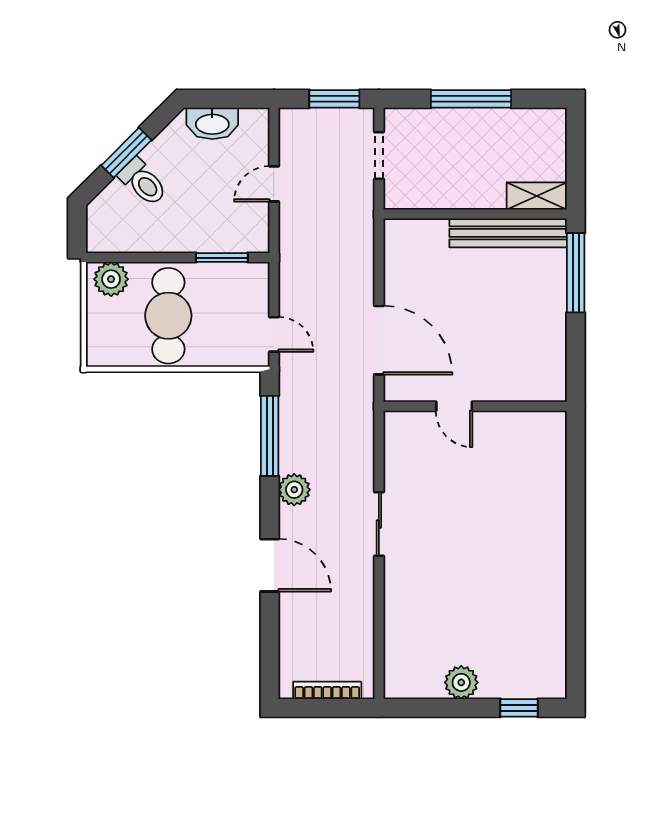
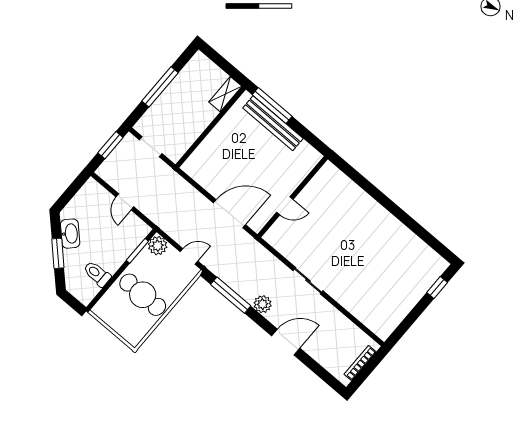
washbasin: (212, 123) -> (70, 234), moved, turned -45
toilet: (143, 182) -> (97, 274), moved, turned -135
bench: (508, 233) -> (273, 123), moved, turned 90
plant: (111, 279) -> (158, 246), moved
plant: (461, 682) -> (405, 303), removed

